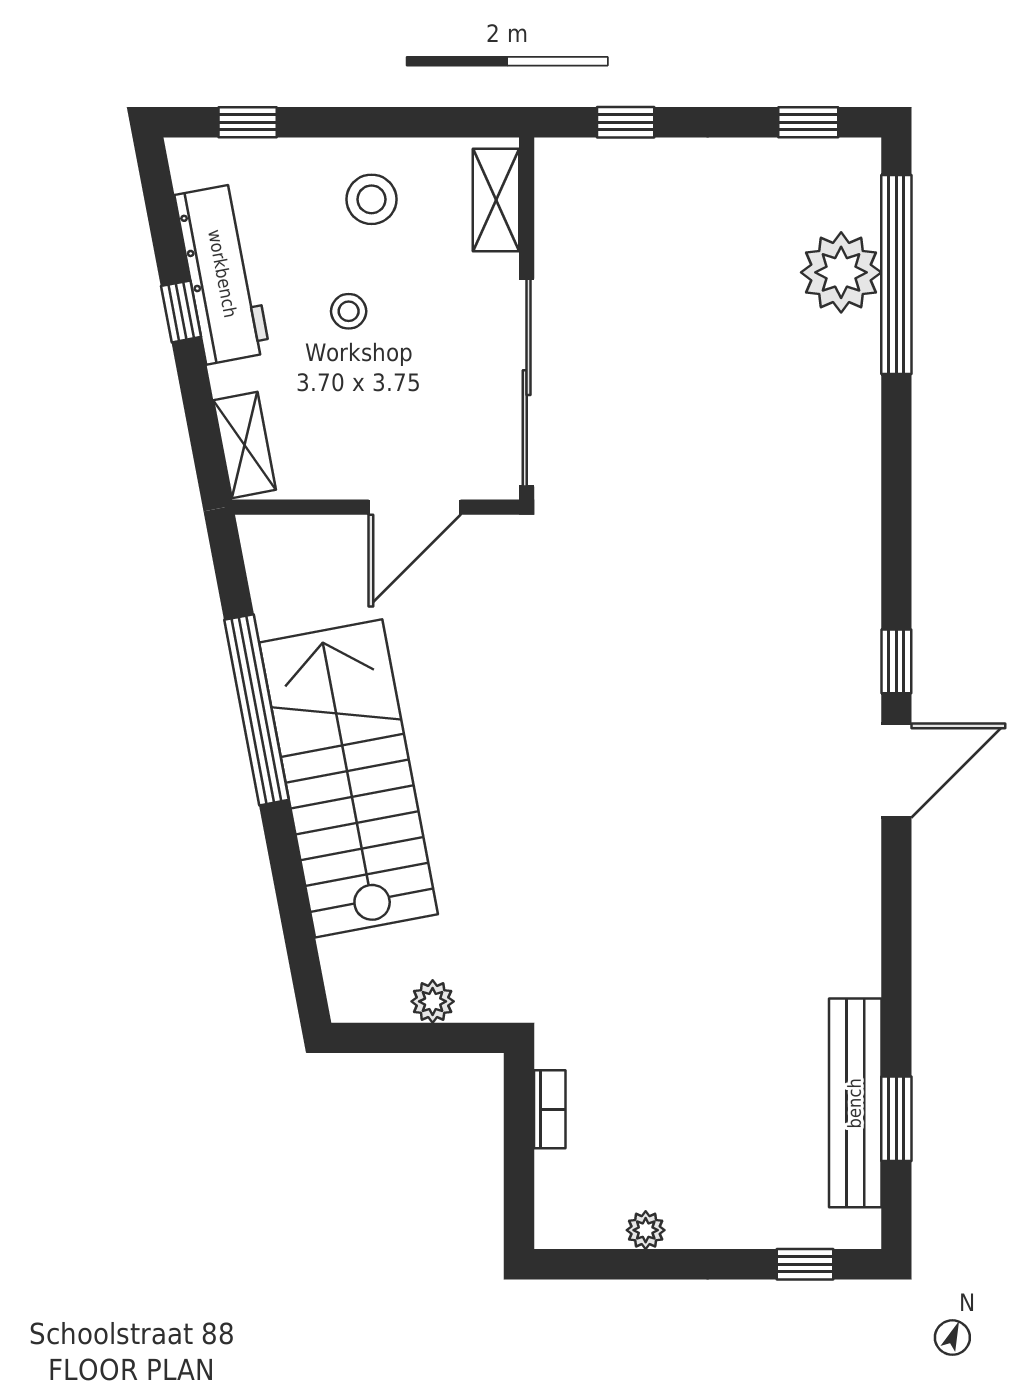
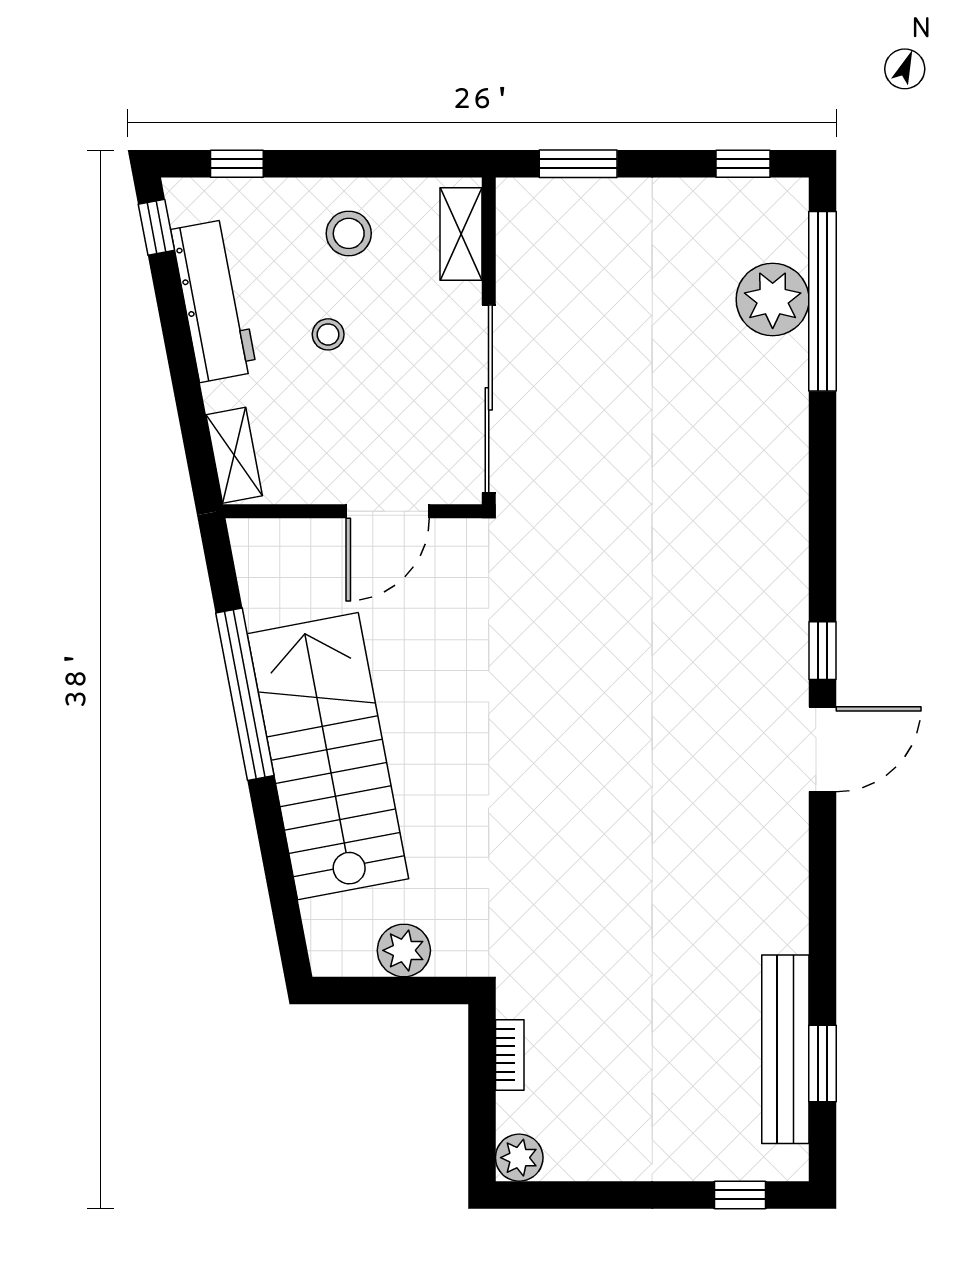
window: (626, 122) -> (578, 164), width x1.50
window: (181, 311) -> (156, 227), moved
plant: (433, 1001) -> (404, 950), width x1.38, depth x1.38
plant: (646, 1230) -> (519, 1158), moved, width x1.38, depth x1.38

